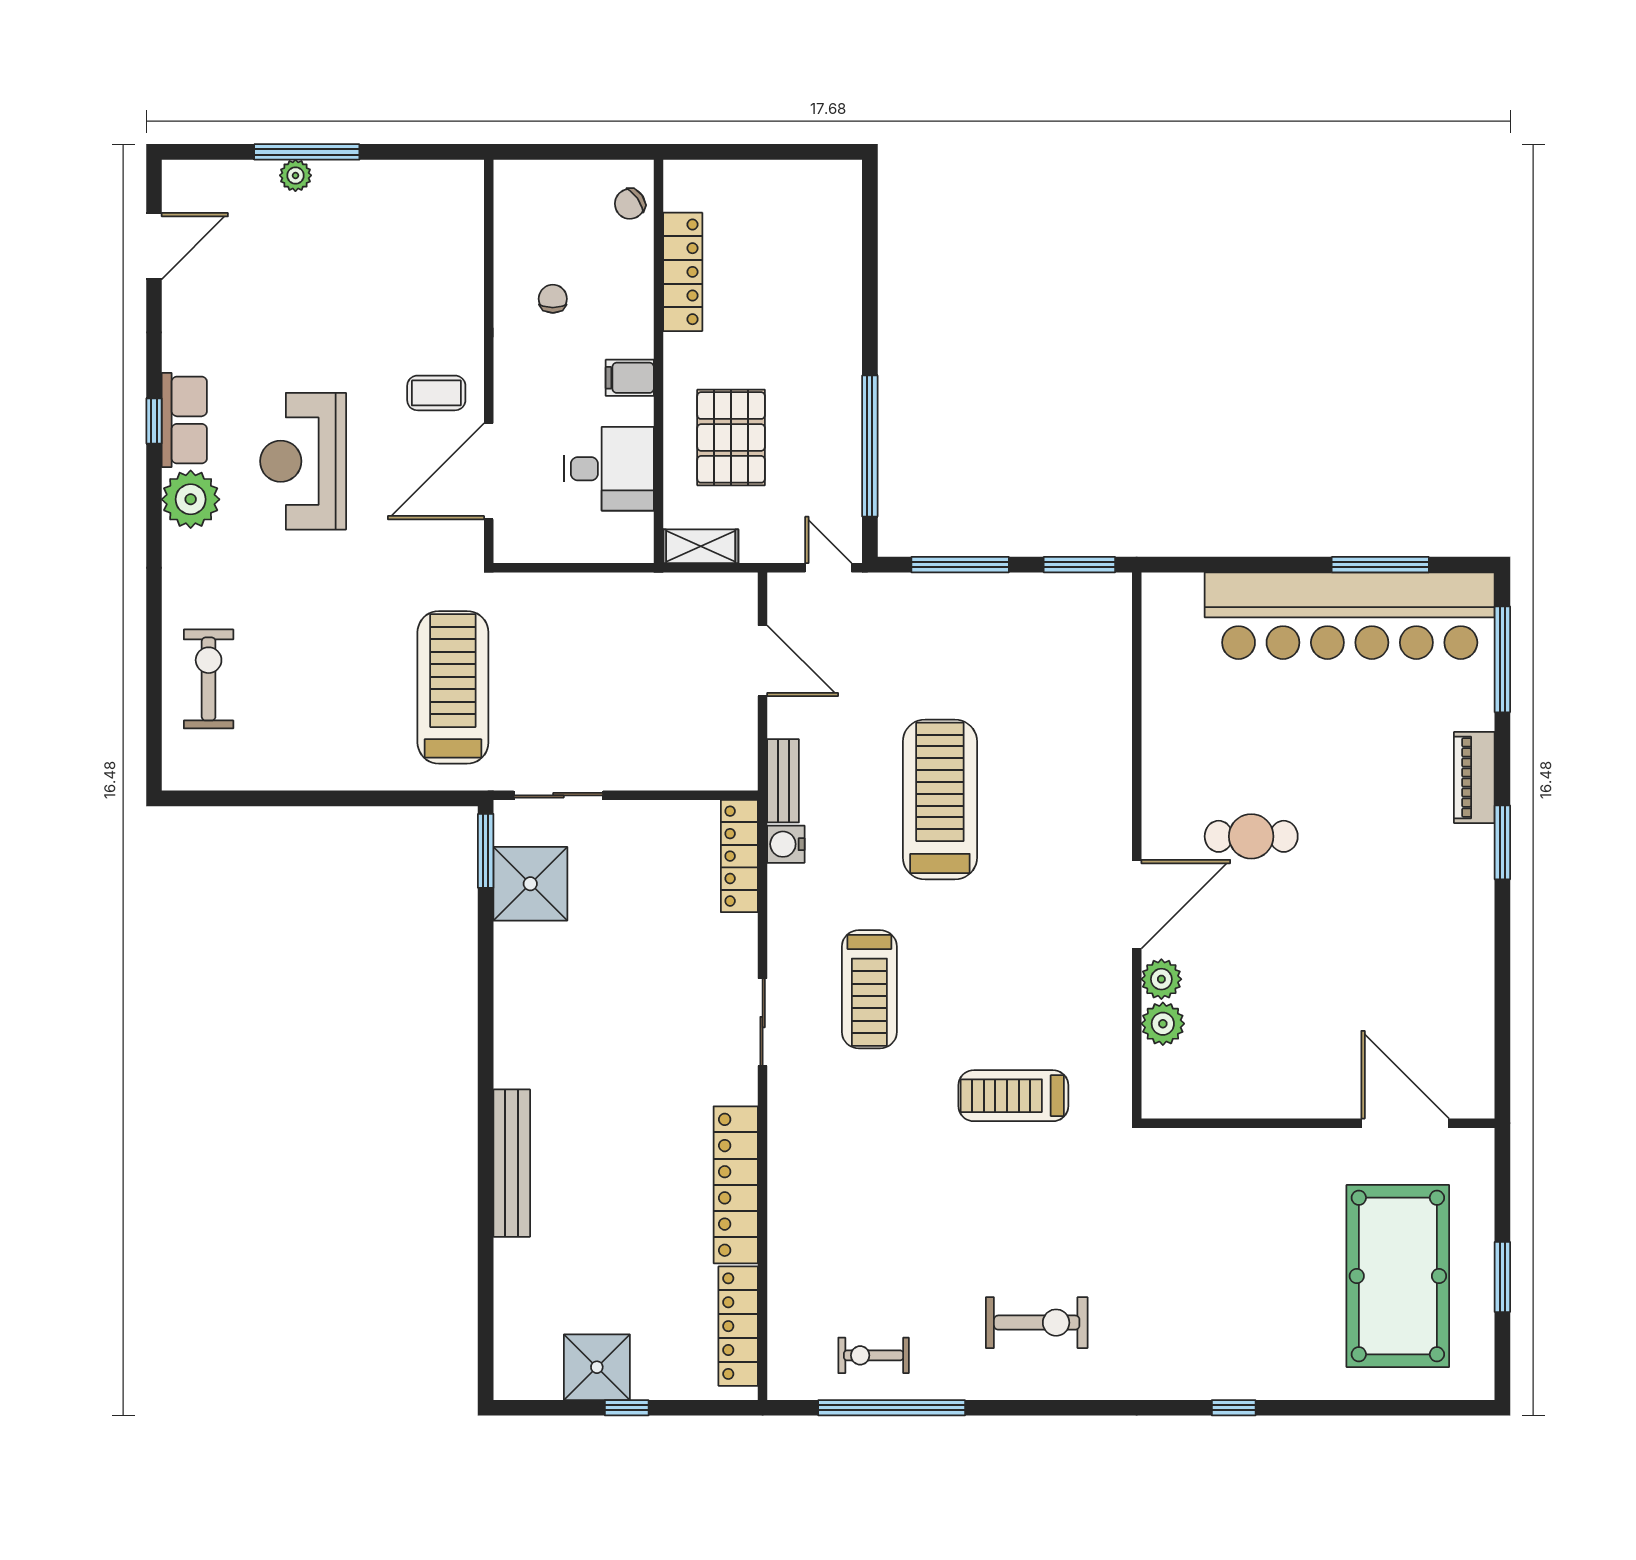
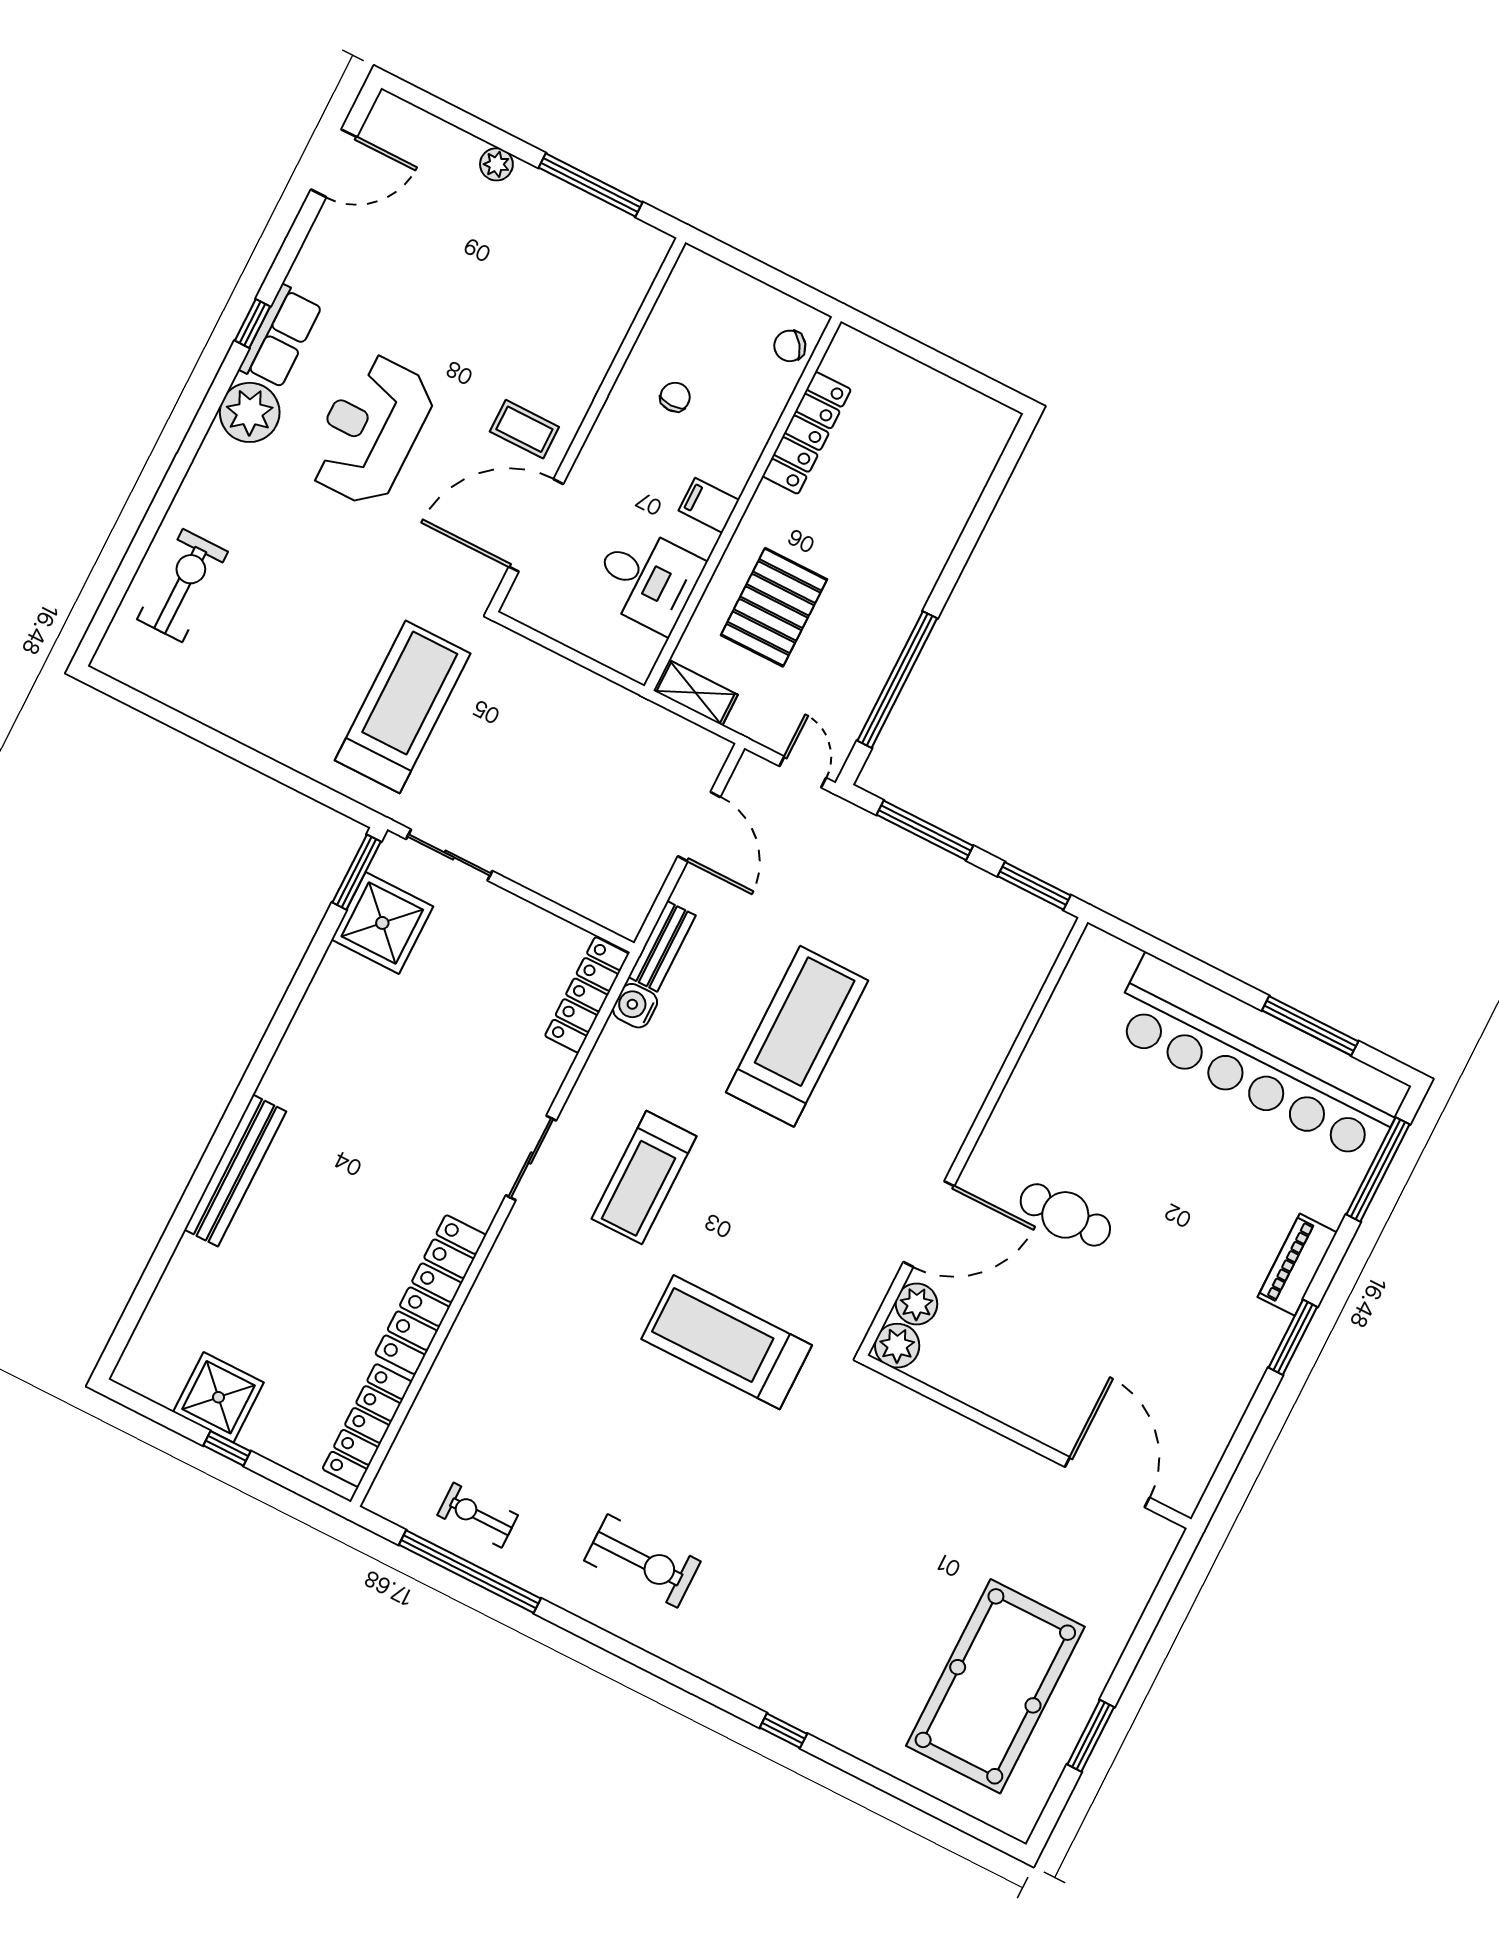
window: (307, 152) -> (591, 185), moved
treadmill: (1013, 1096) -> (727, 1342), width x1.37, depth x1.38
wall: (1318, 1123) -> (1027, 1442), moved
door: (1405, 1123) -> (1107, 1482), moved

